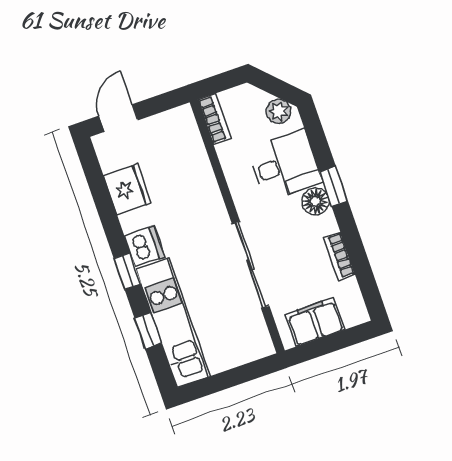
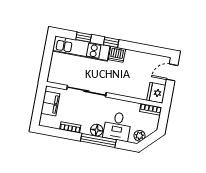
door: (118, 118) -> (172, 72), swing flipped
window: (334, 186) -> (98, 140), width x2.17
fridge: (127, 189) -> (156, 93), moved, turned 90

